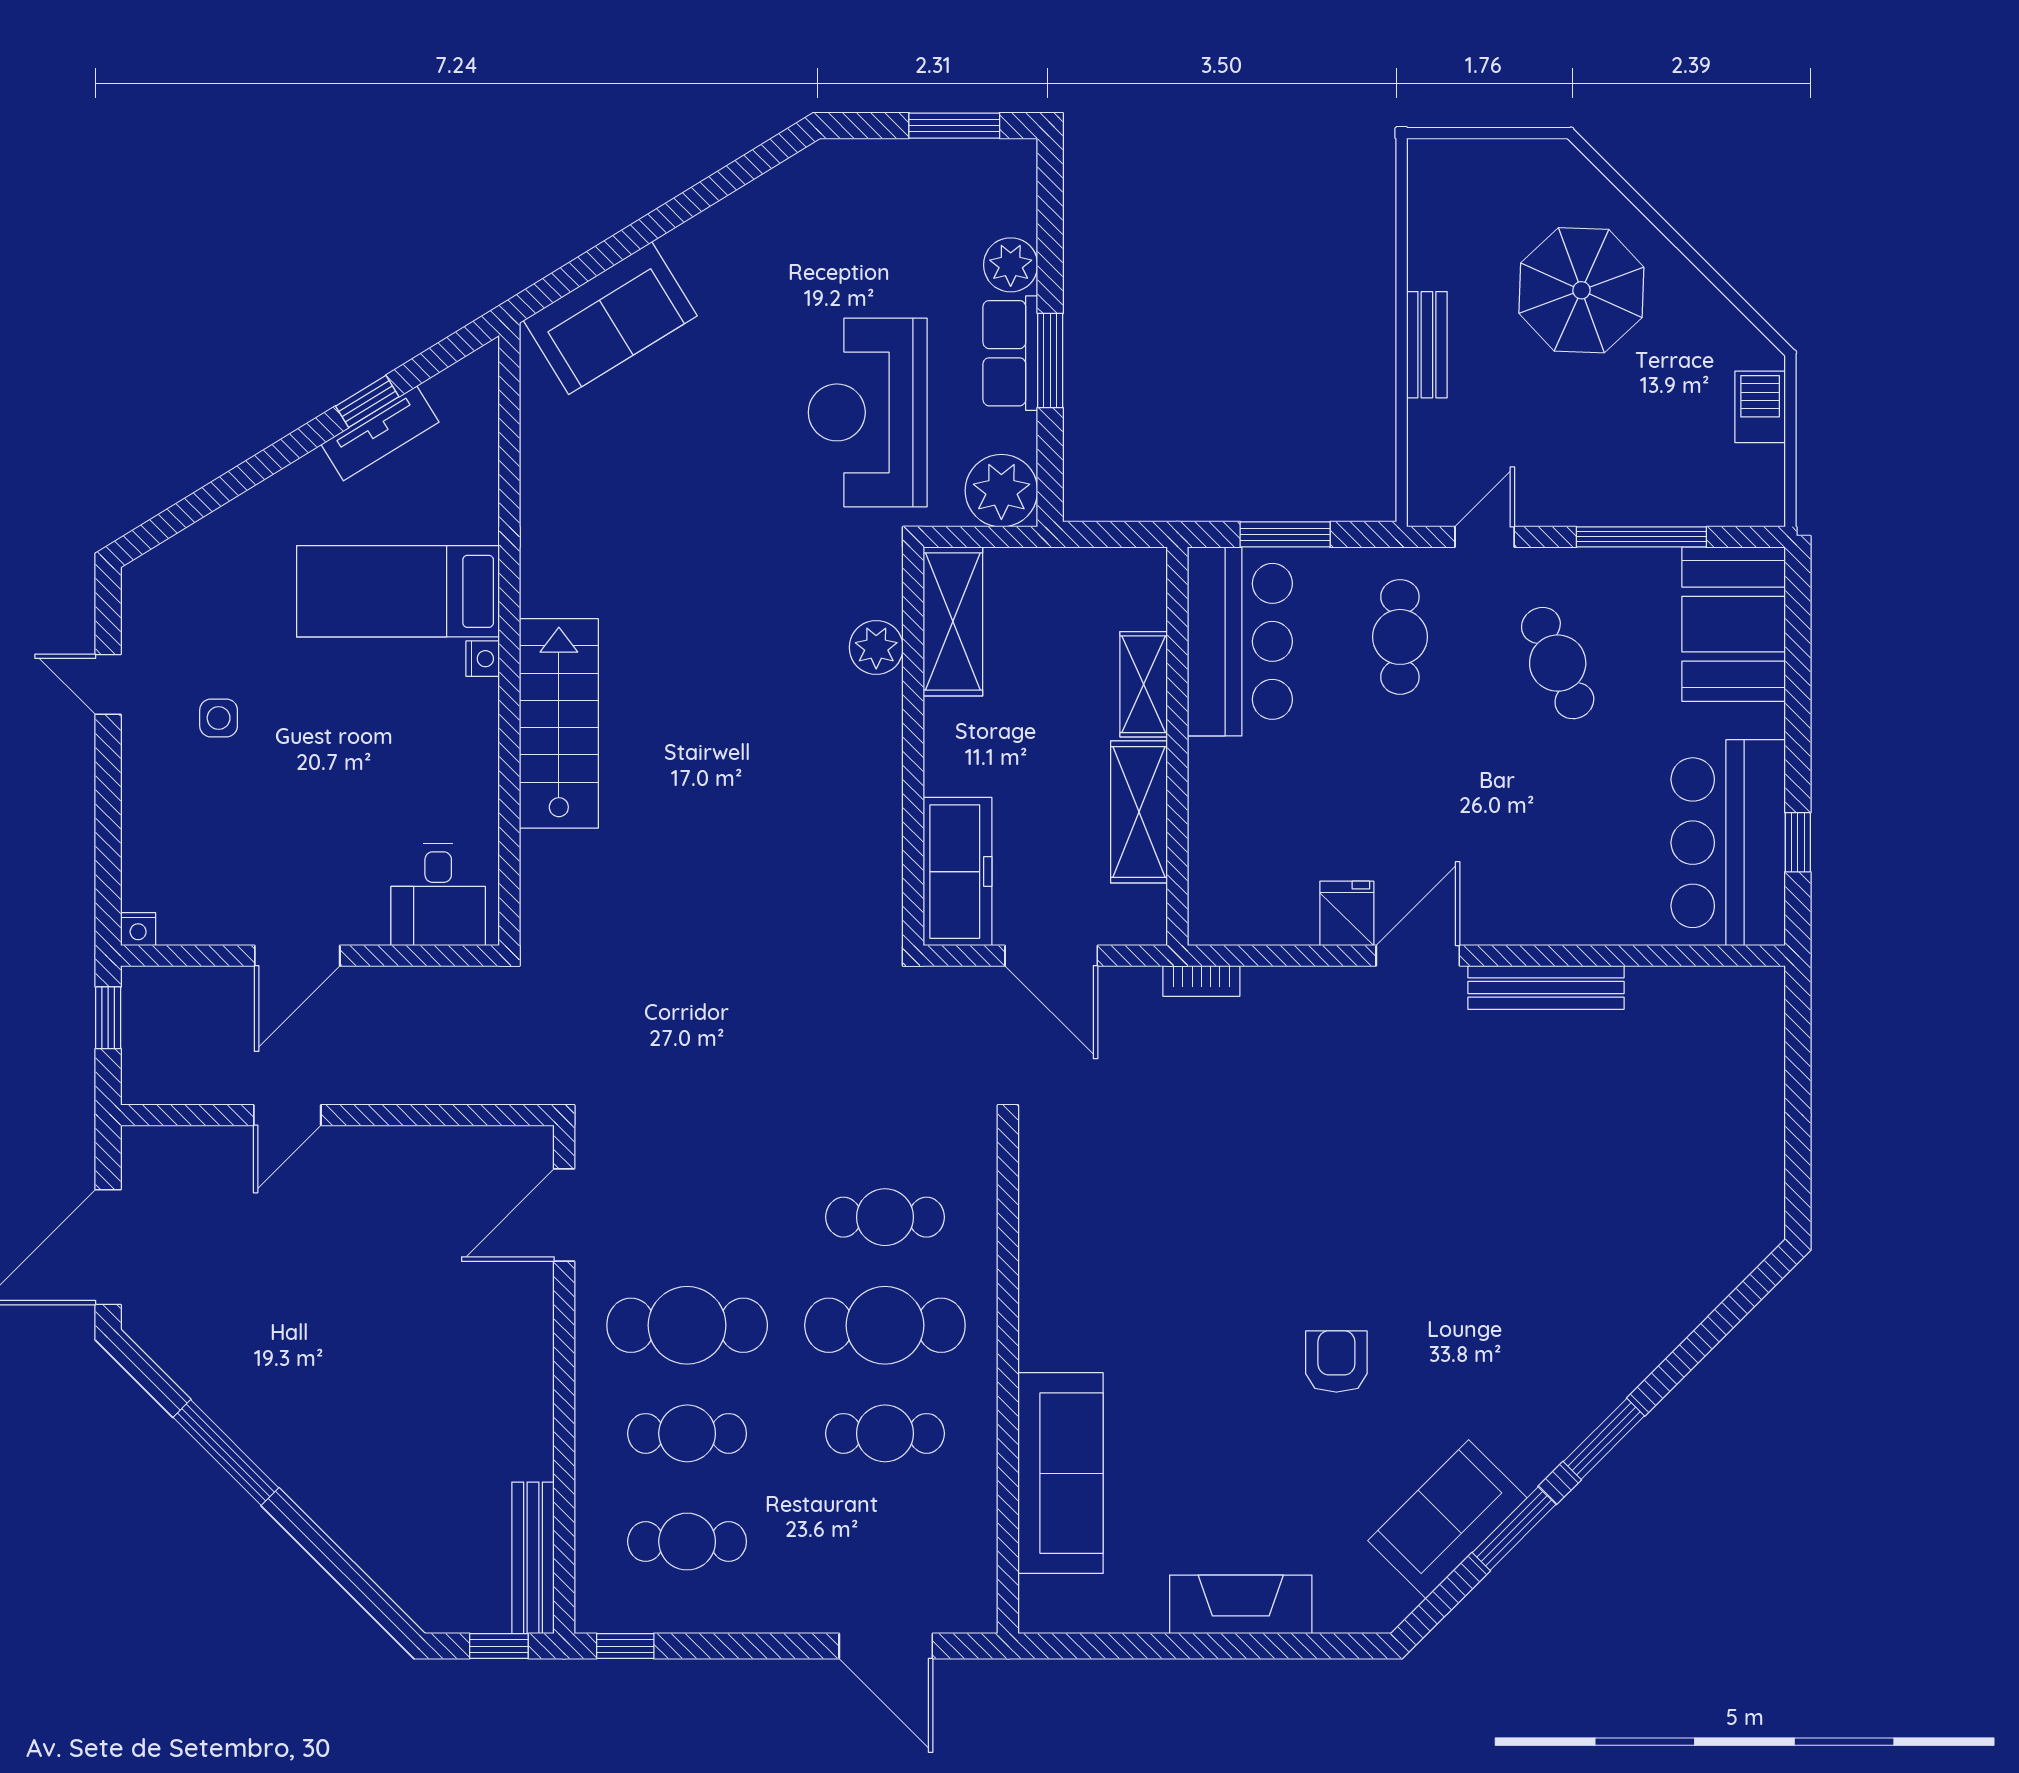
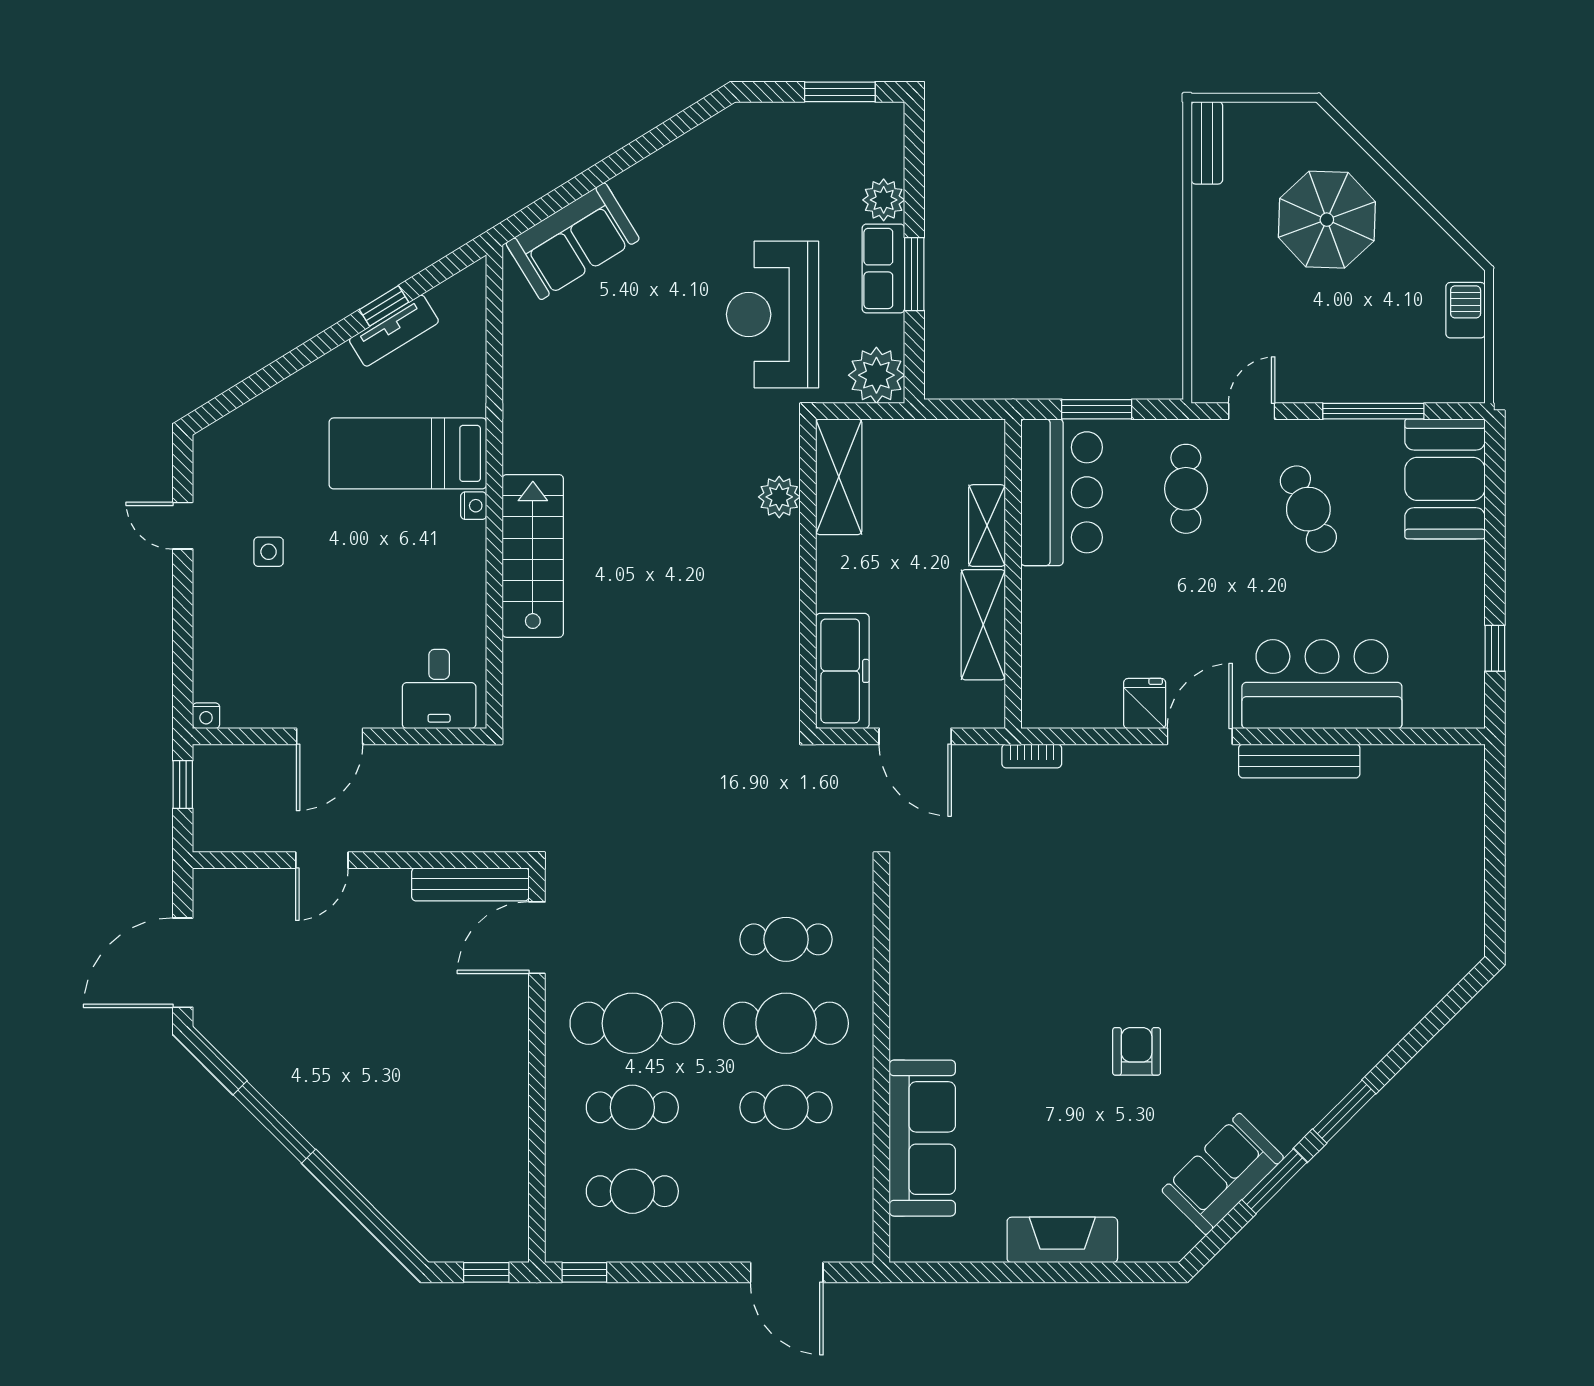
bench: (1427, 345) -> (1207, 143), moved
bar counter: (1728, 843) -> (1322, 684), moved, turned 90
bench: (533, 1558) -> (470, 884), moved, turned 90

